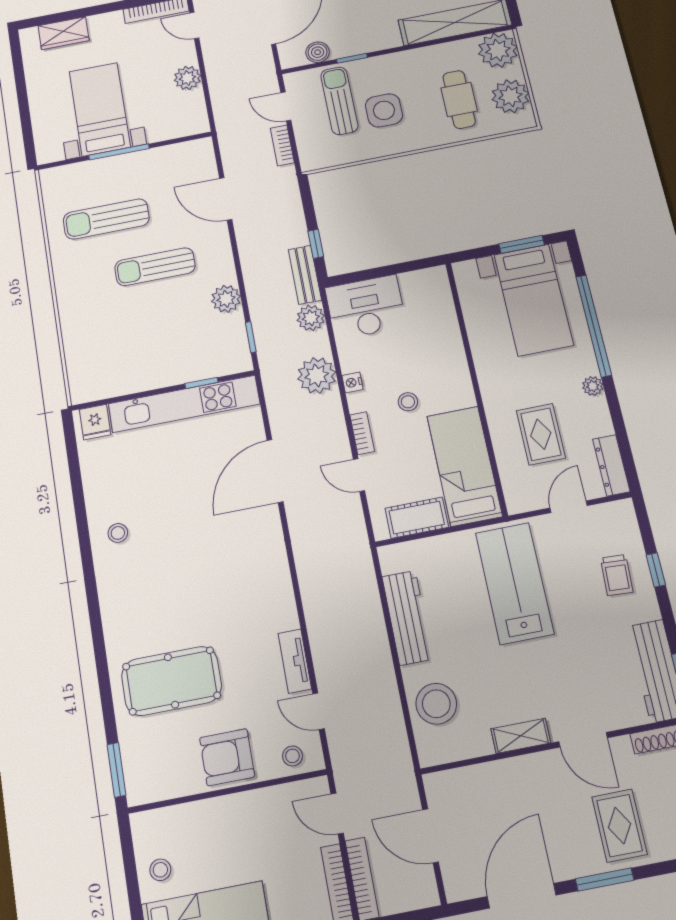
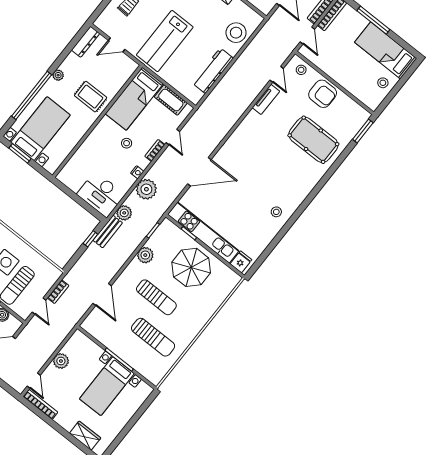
parasol: (151, 347) -> (191, 267), added
rug: (541, 434) -> (91, 97), moved, turned 90

